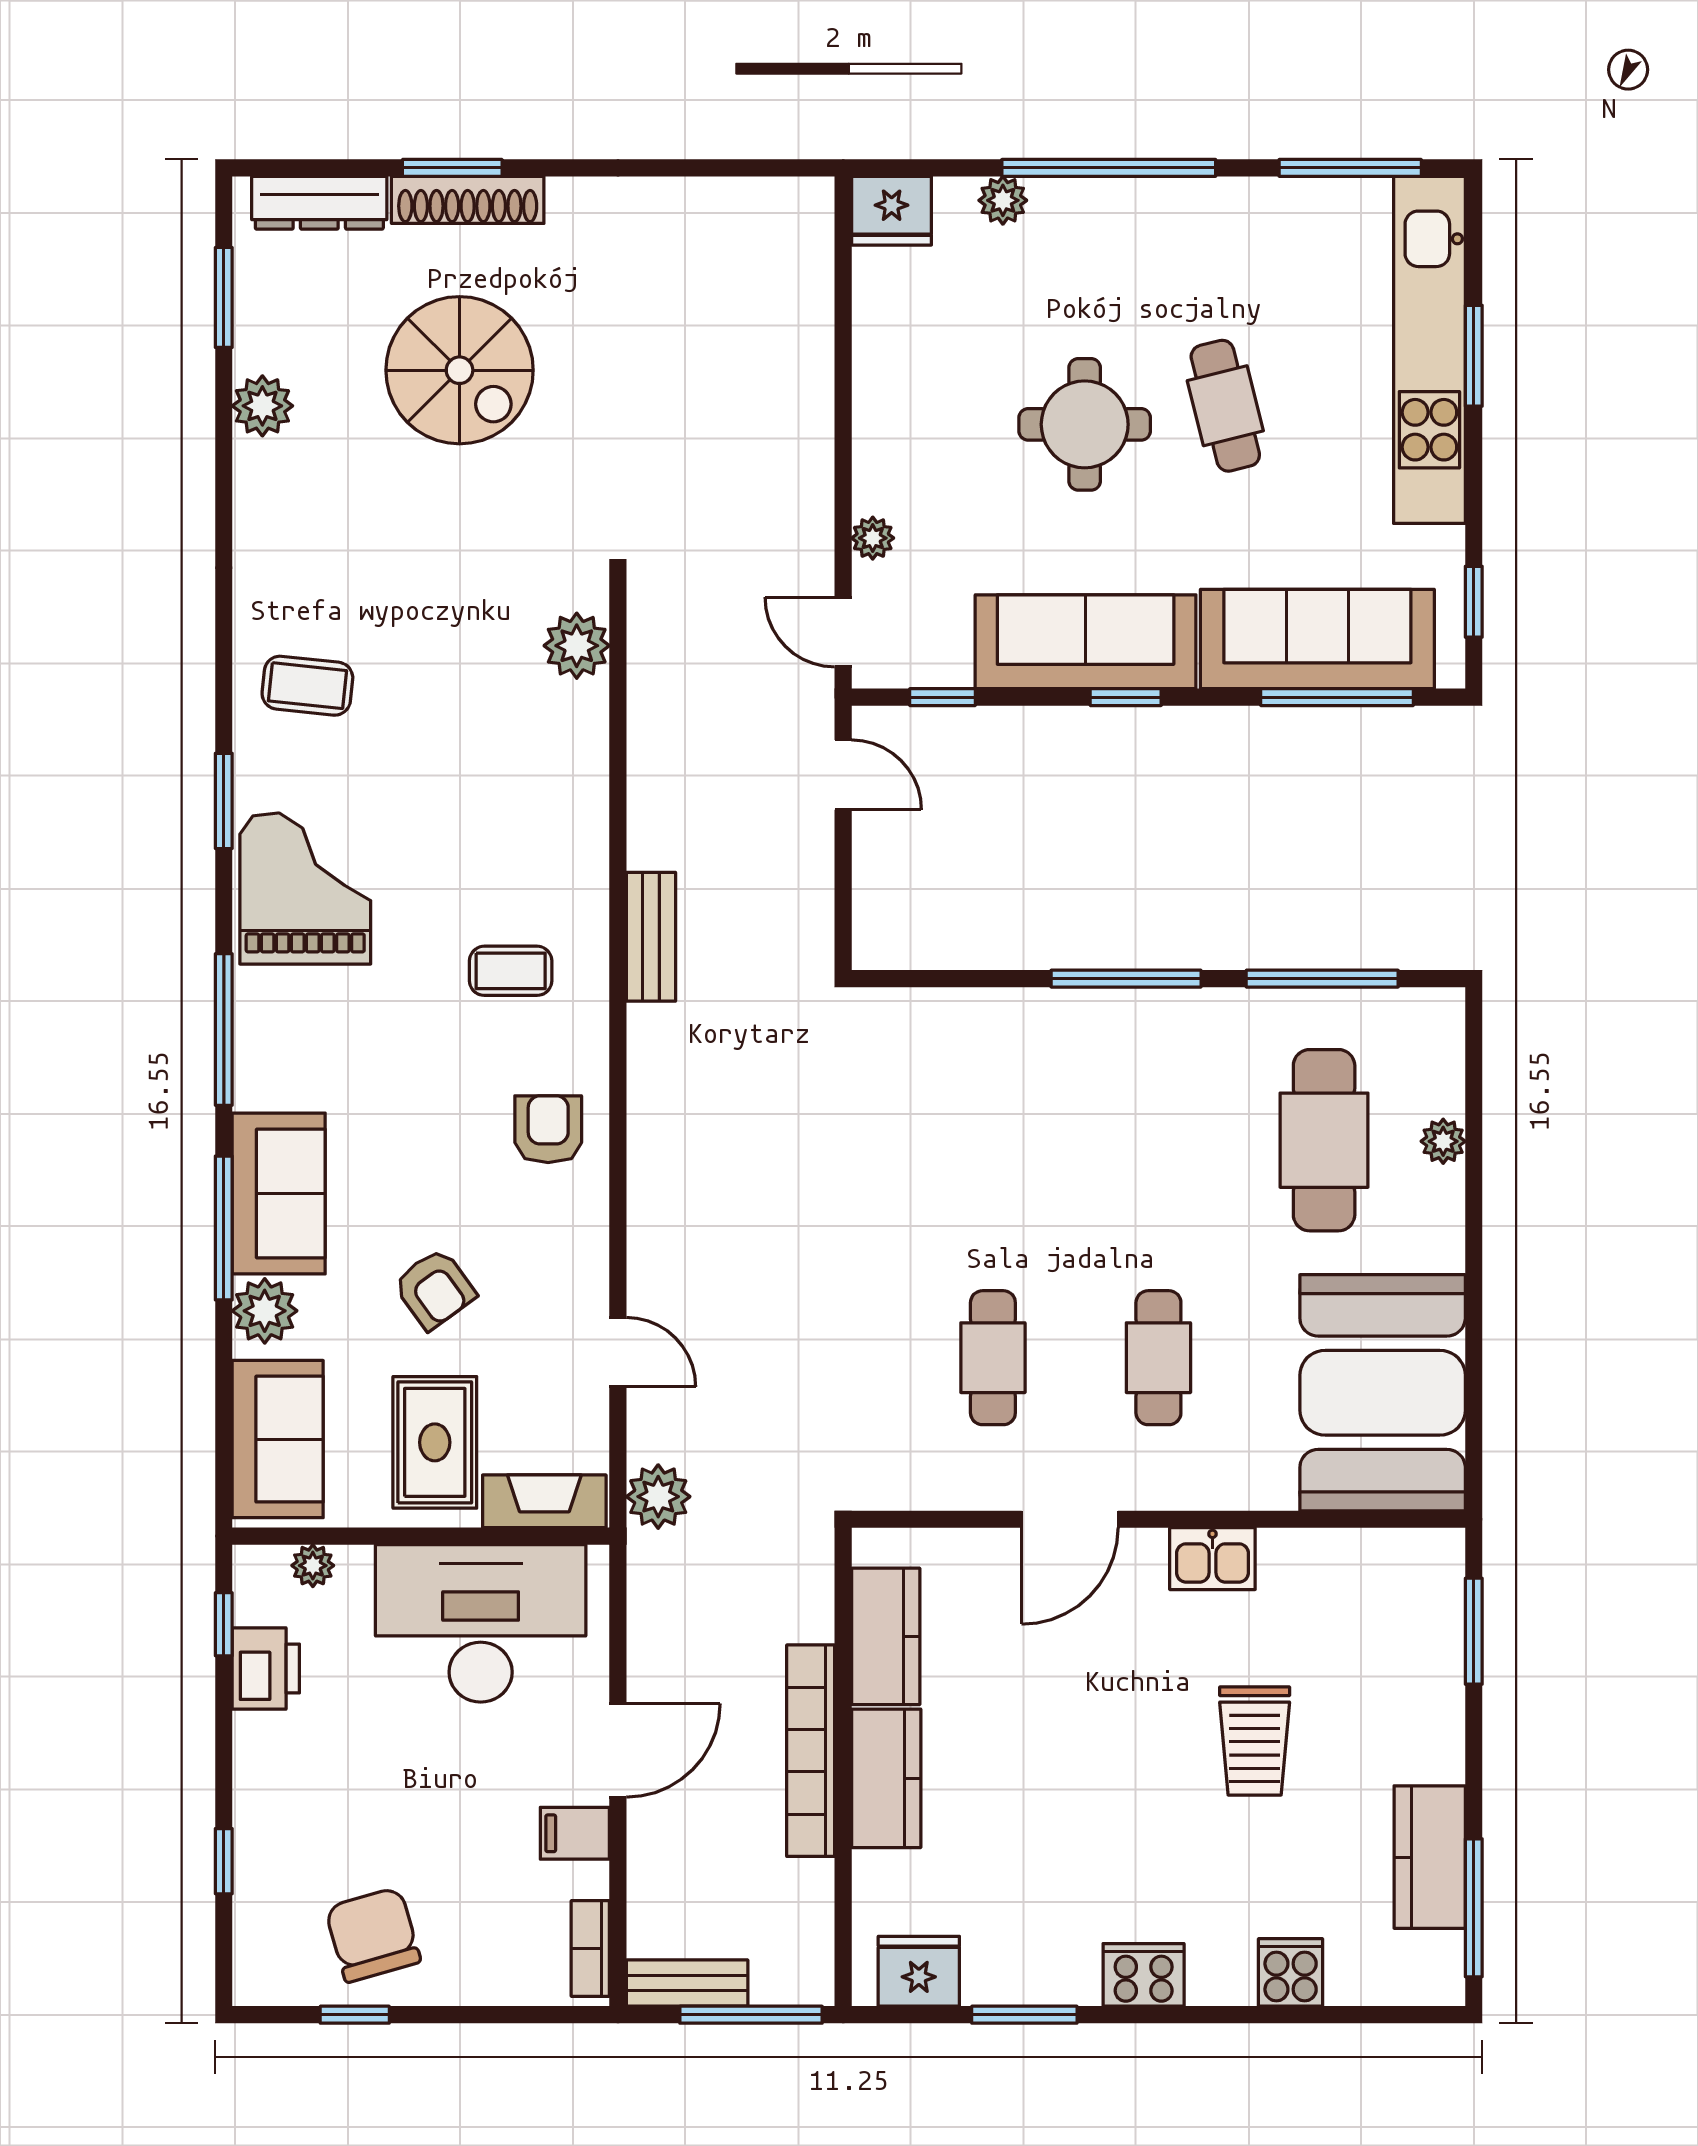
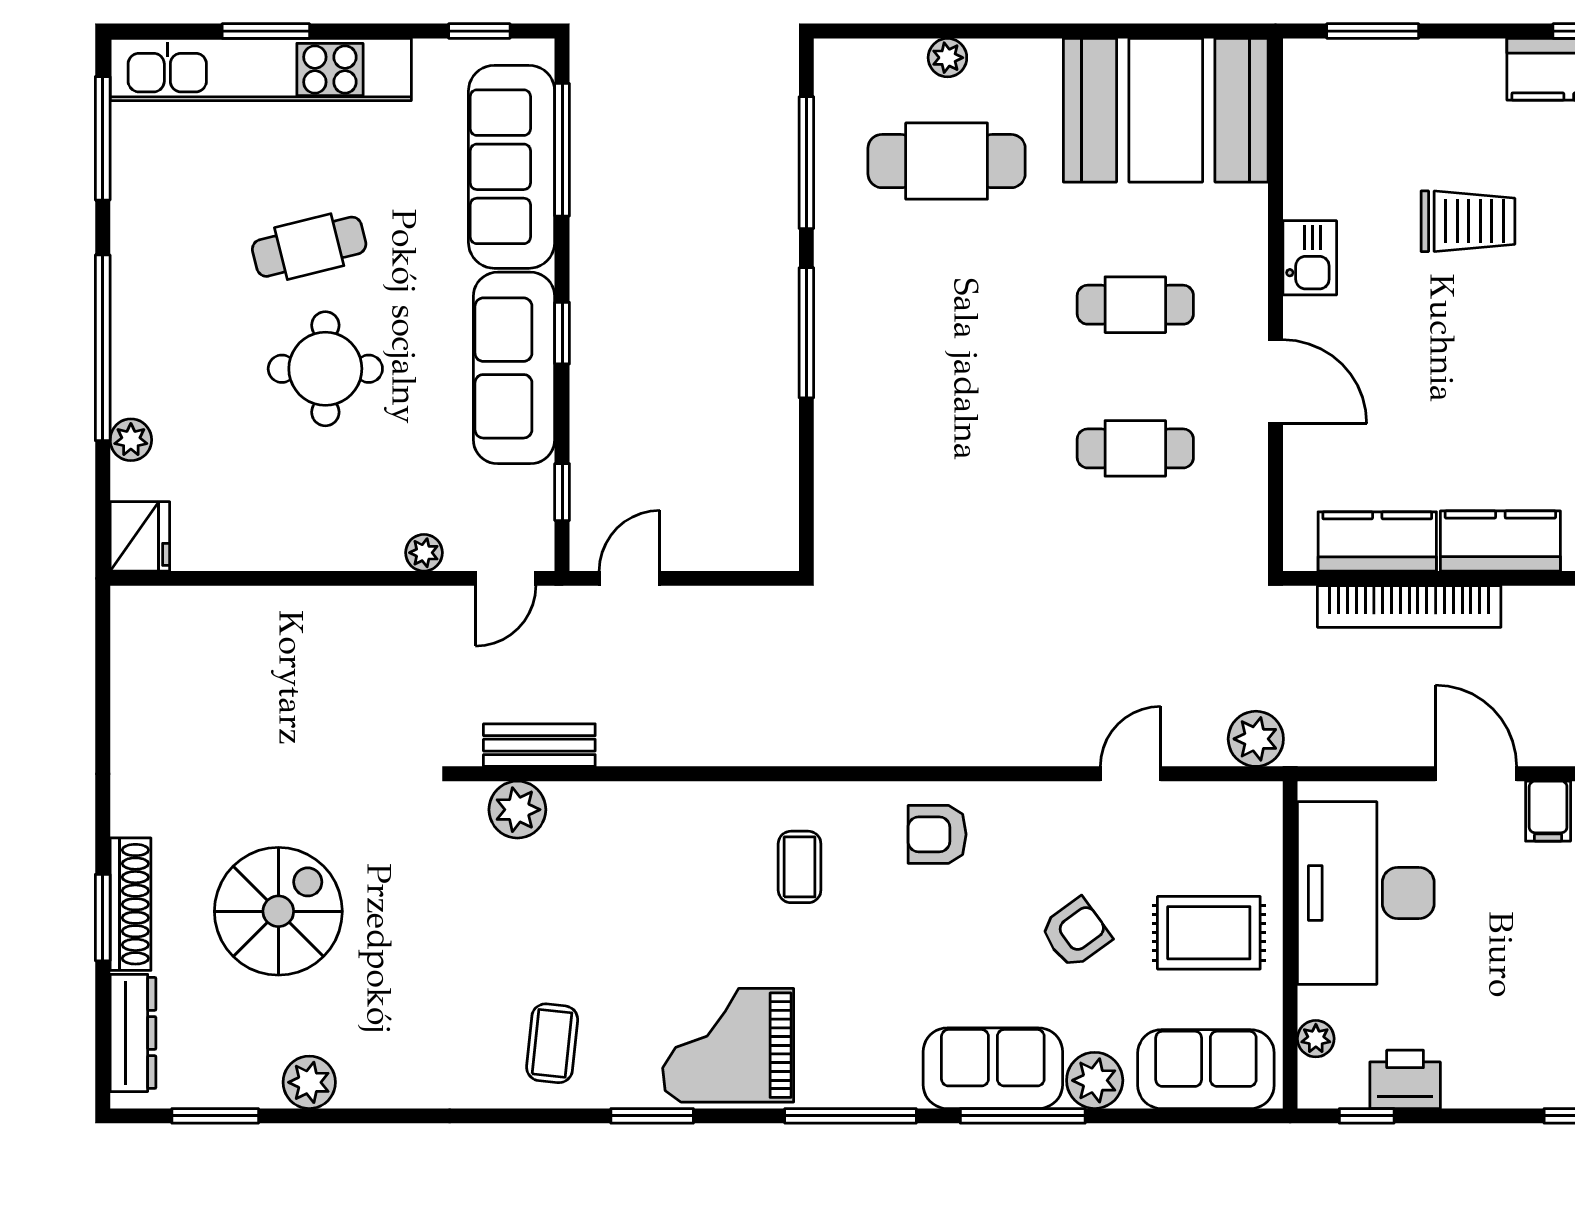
bench: (651, 937) -> (539, 745), moved
fireplace: (544, 1501) -> (1260, 838), removed
bookcase: (811, 1751) -> (1409, 607), moved

